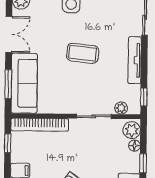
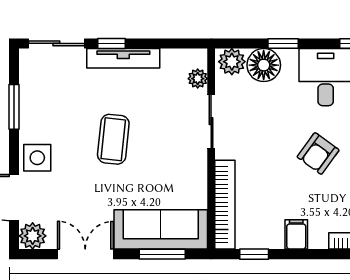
window: (144, 97) -> (111, 43), moved
floor lamp: (134, 146) -> (264, 65), width x1.89, depth x1.89

